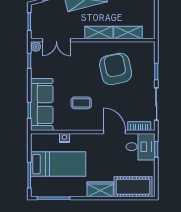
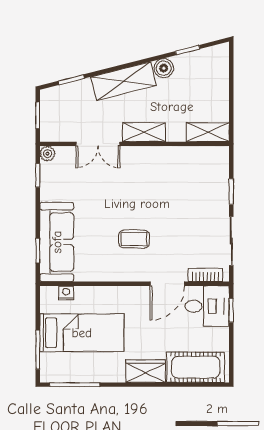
shelving: (128, 32) -> (208, 132), moved
double door: (56, 40) -> (98, 144), moved
armchair: (116, 69) -> (169, 188), removed
coffee table: (81, 103) -> (134, 239), moved
door: (114, 132) -> (167, 284), swing flipped
nightstand: (64, 138) -> (66, 293), moved

